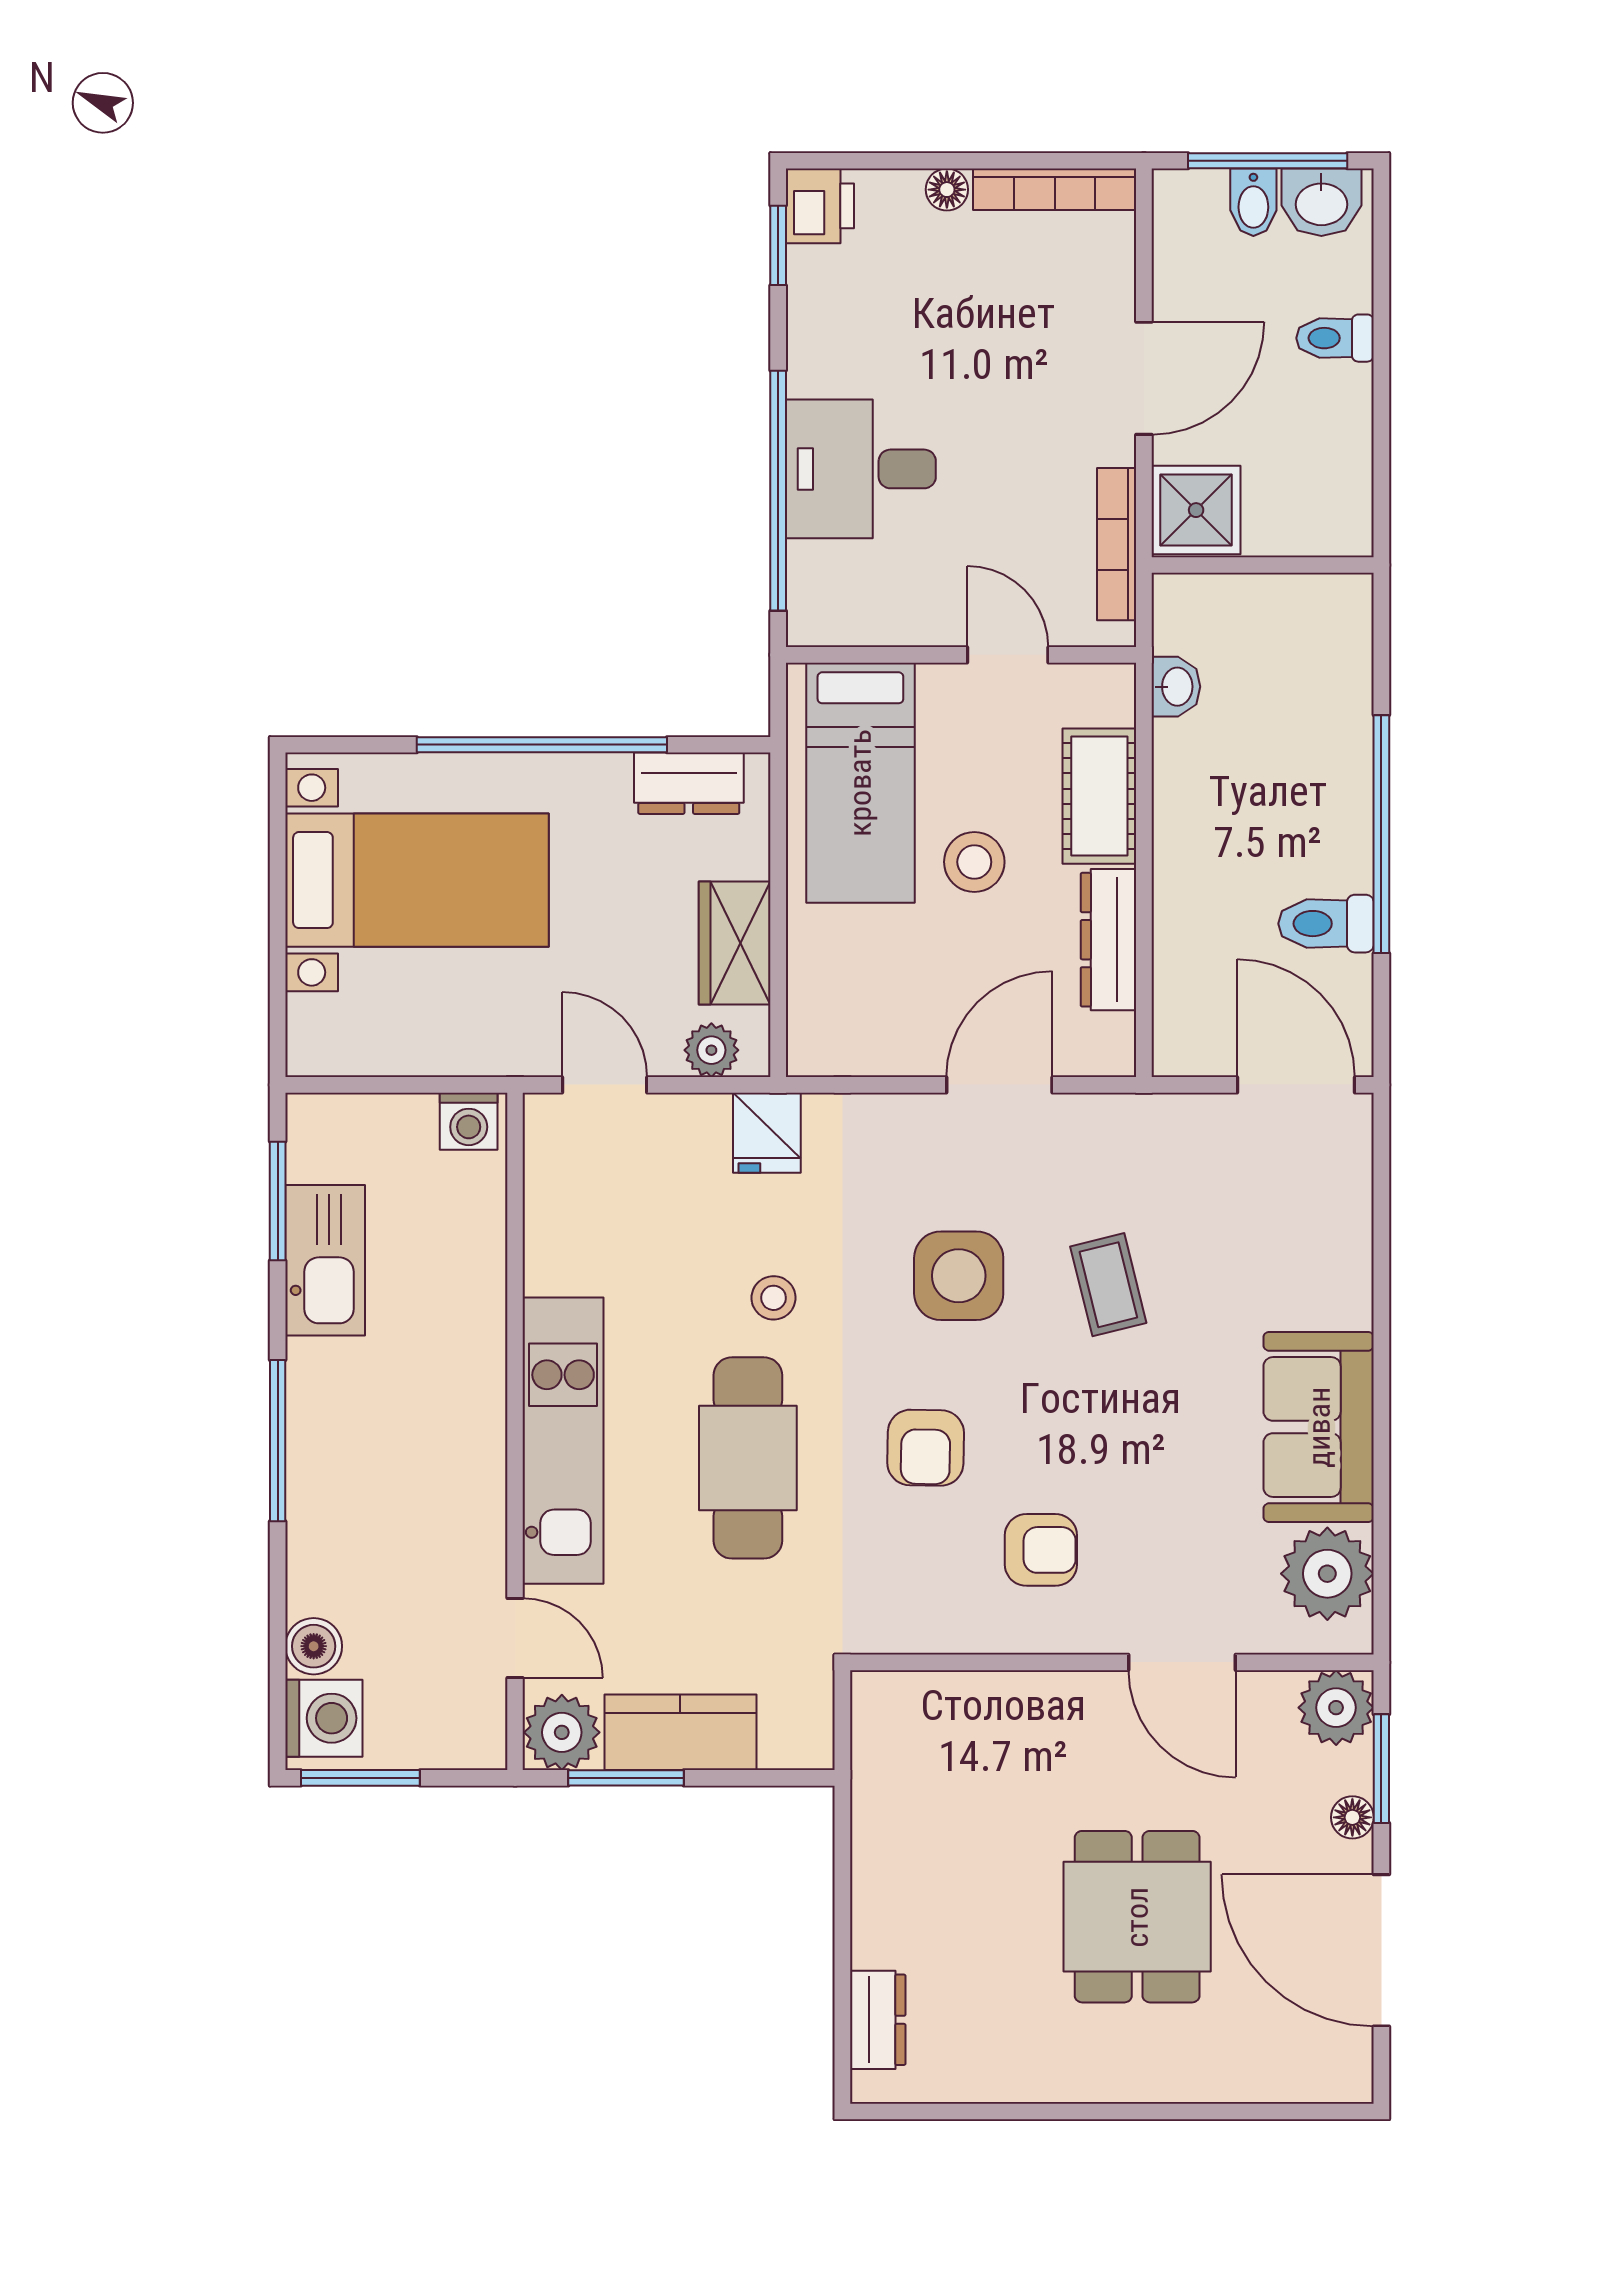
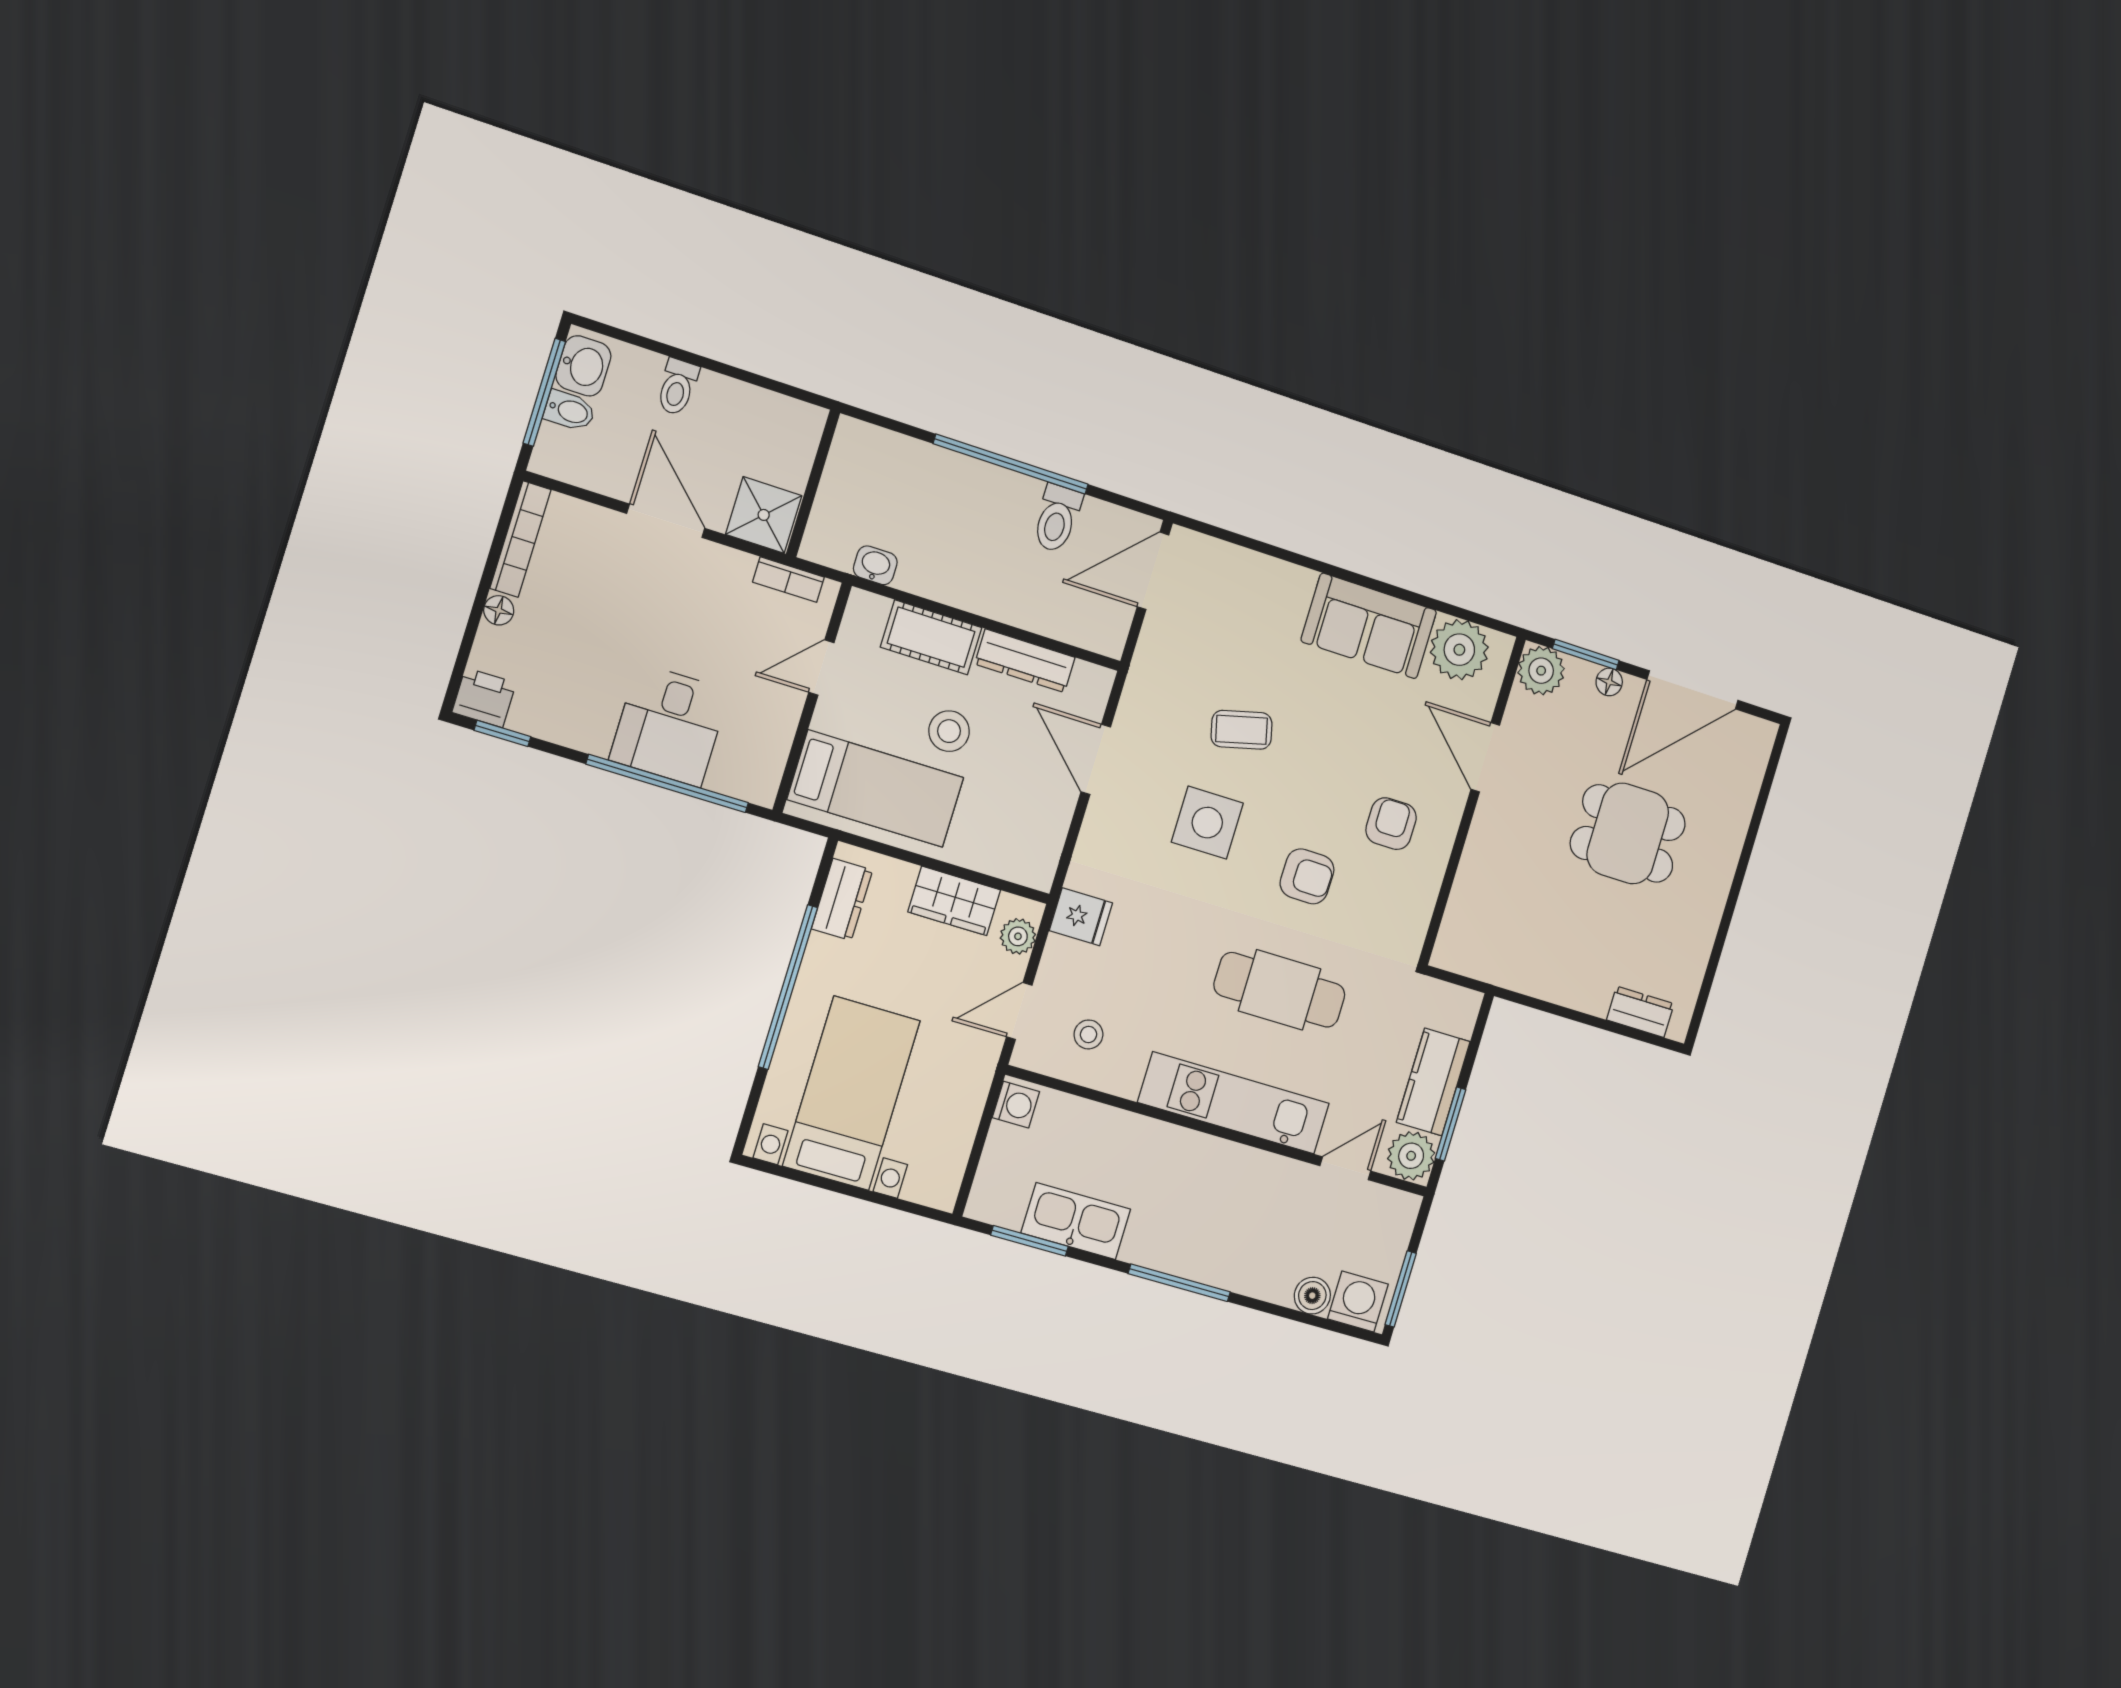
bookcase: (1117, 544) -> (788, 580), width x0.64
stool: (774, 1298) -> (1088, 1034), moved
door: (1182, 1662) -> (1485, 757), swing flipped

